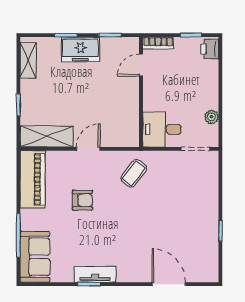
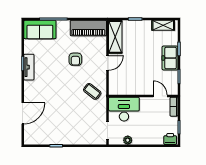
desk: (162, 129) -> (124, 109), width x1.37
door: (88, 149) -> (108, 63), hinge flipped

